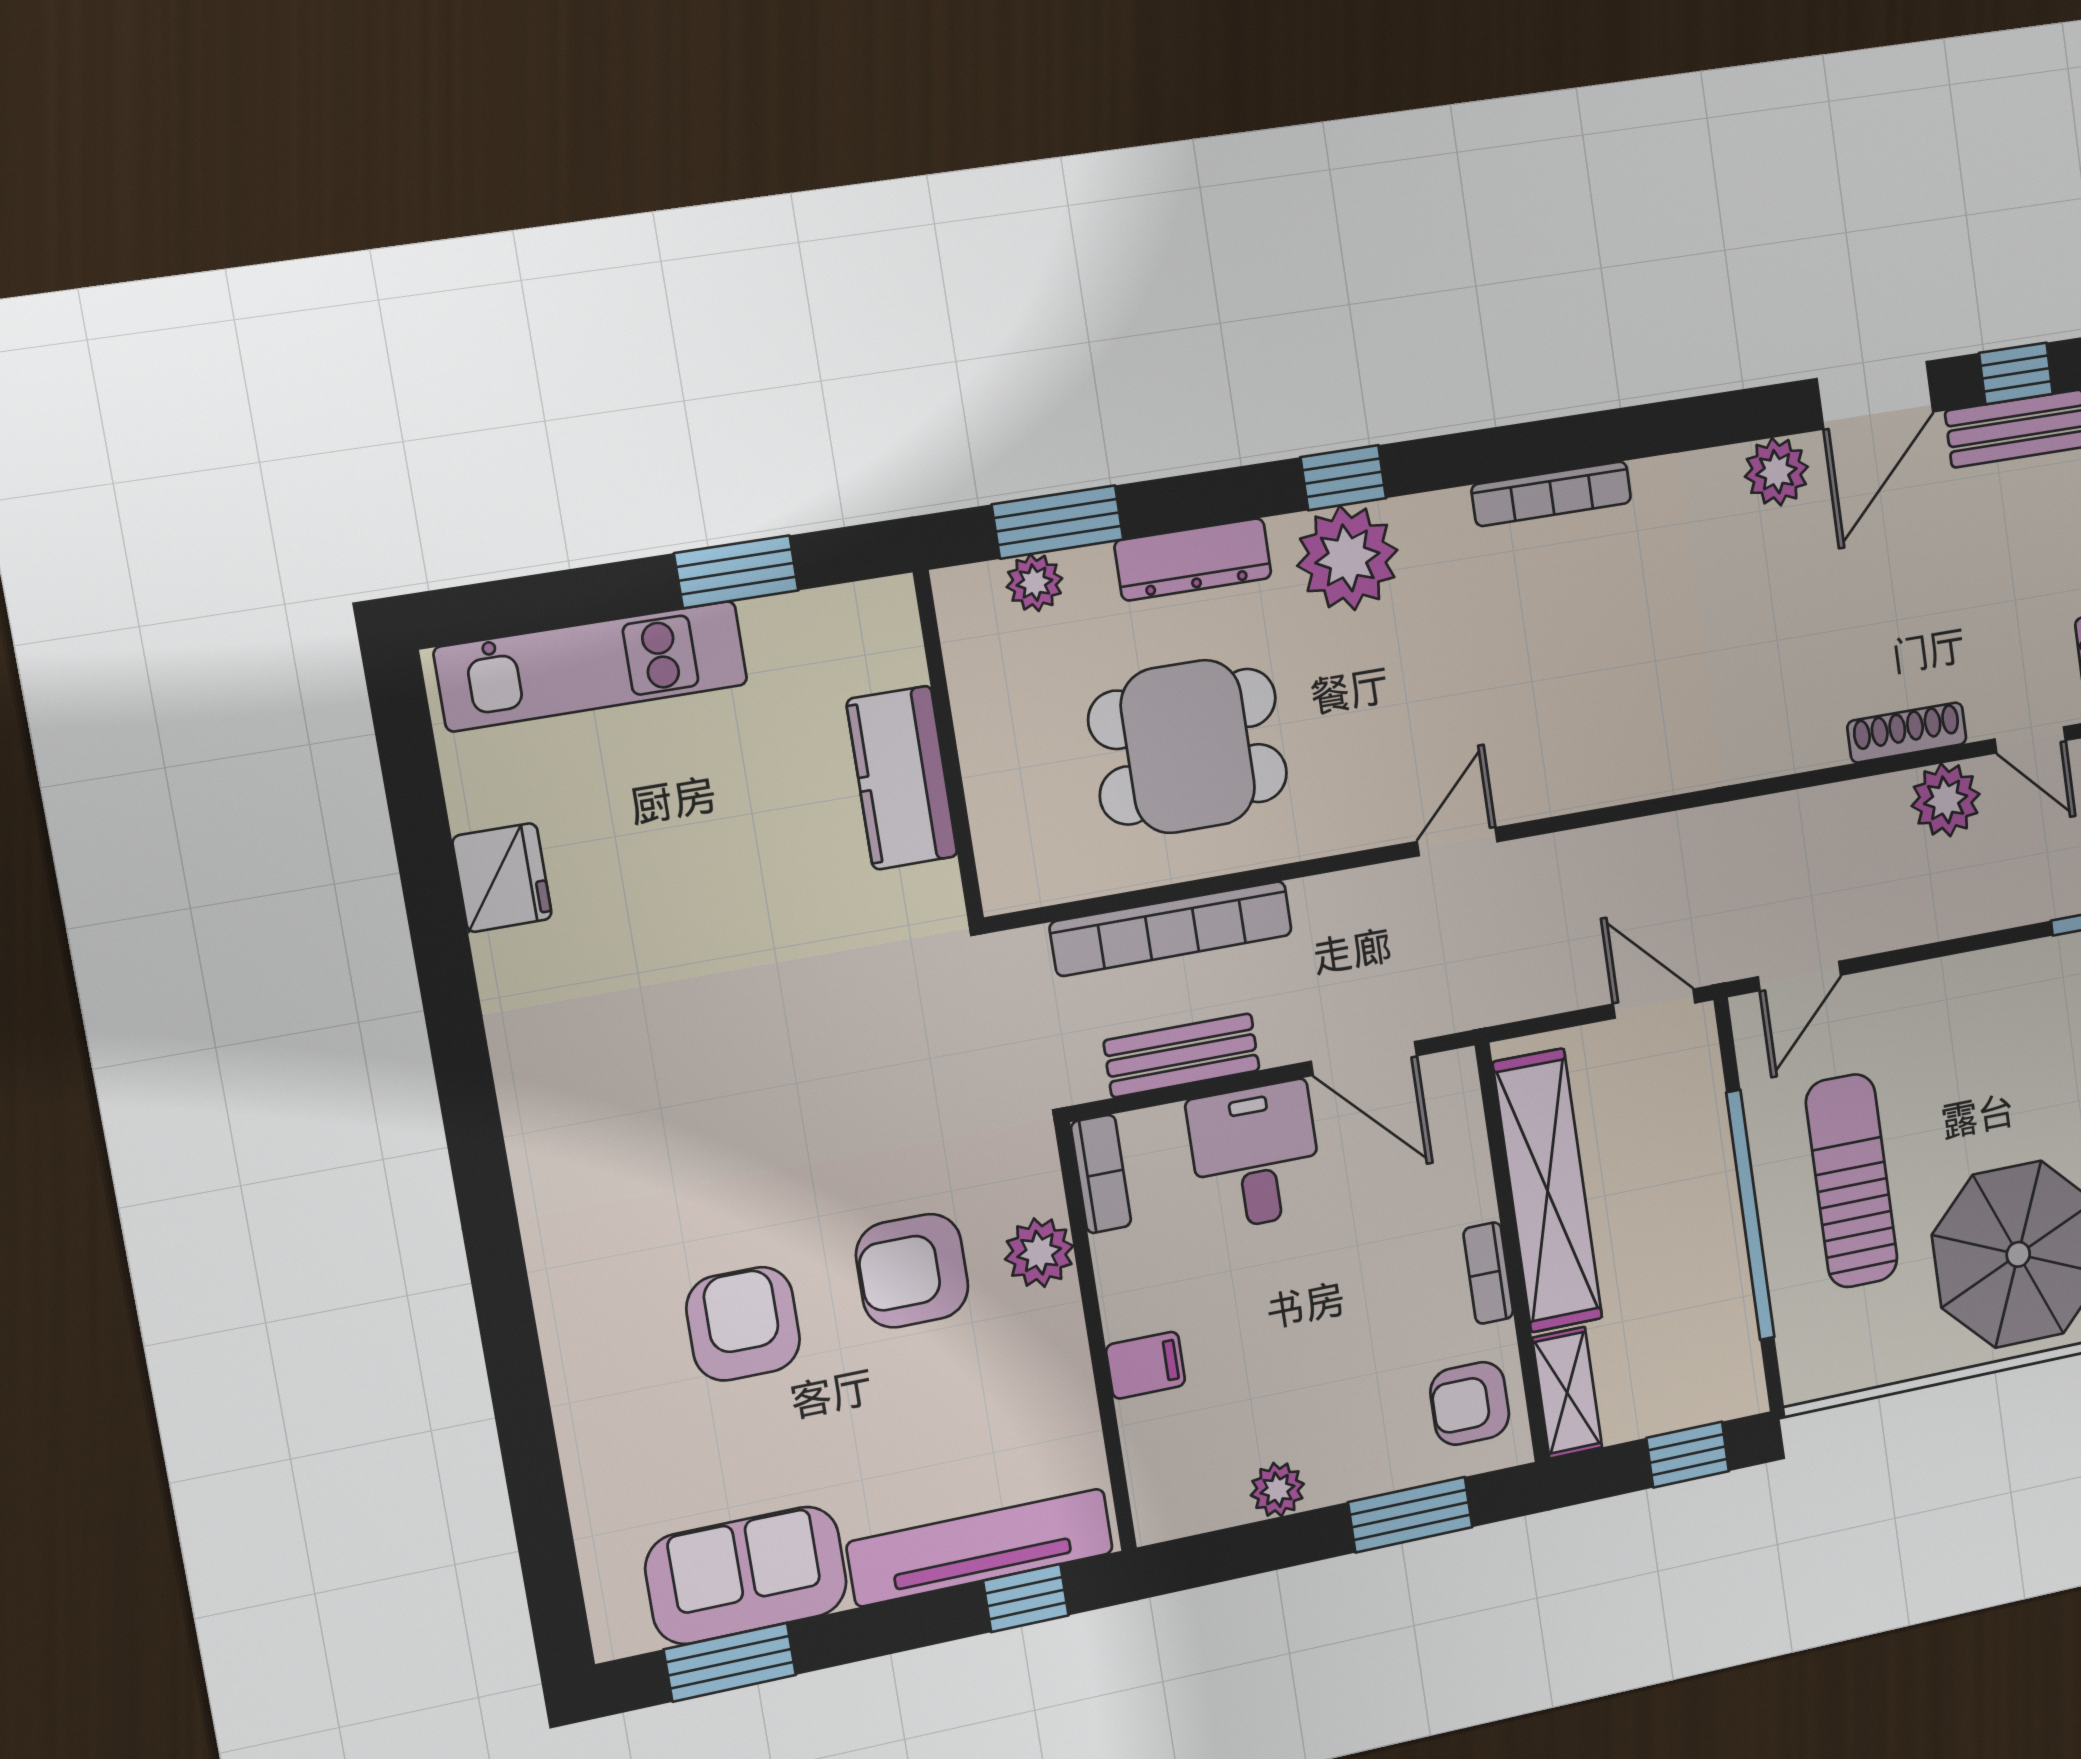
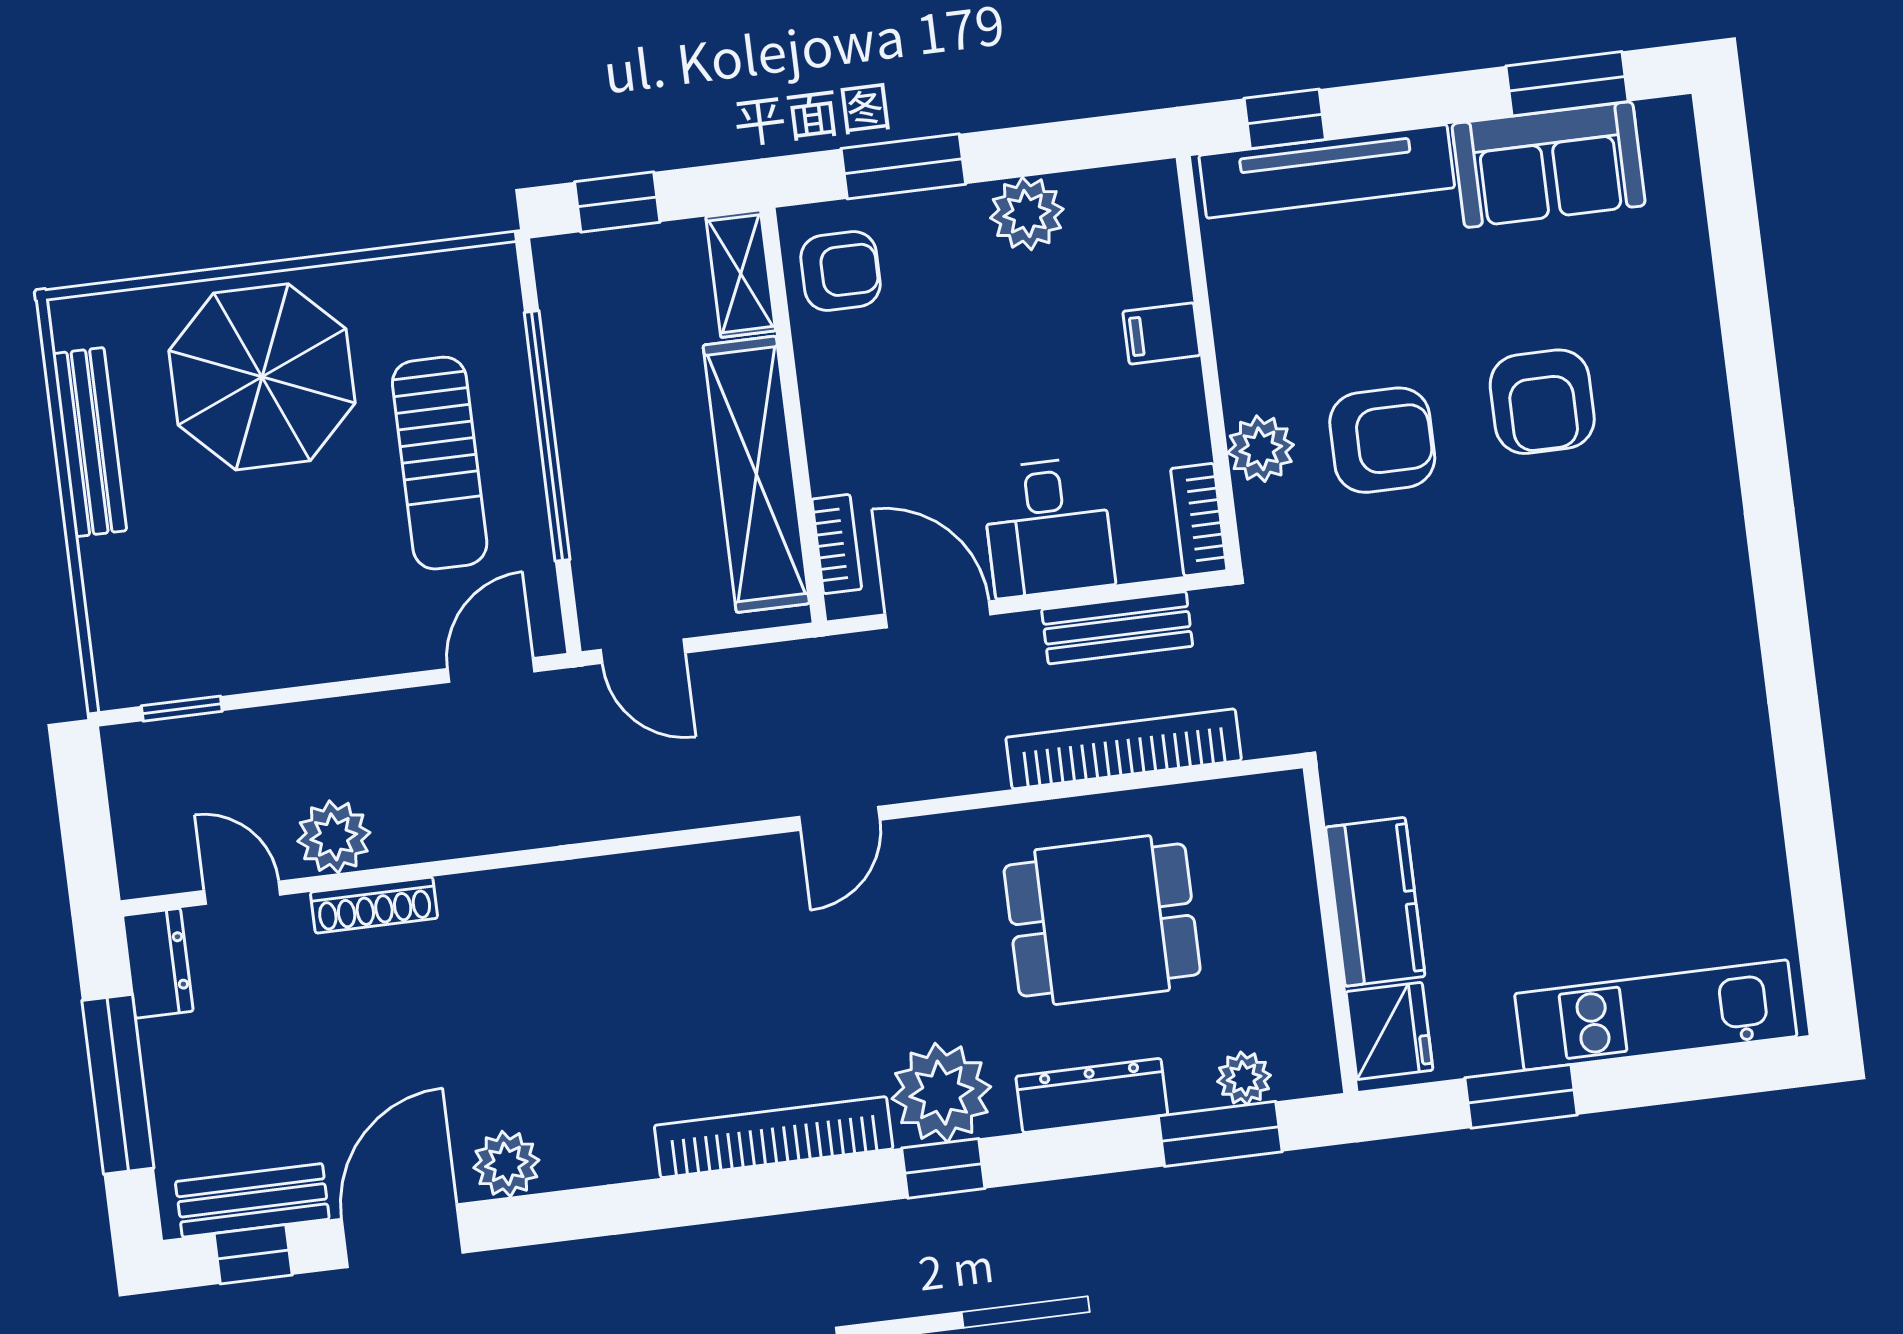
bookcase: (1551, 494) -> (774, 1137), width x1.48, depth x1.31
fridge: (502, 878) -> (1389, 1031), moved, turned 180
bookcase: (1488, 1273) -> (837, 544), moved
plant: (1277, 1490) -> (1027, 214), width x1.38, depth x1.38

